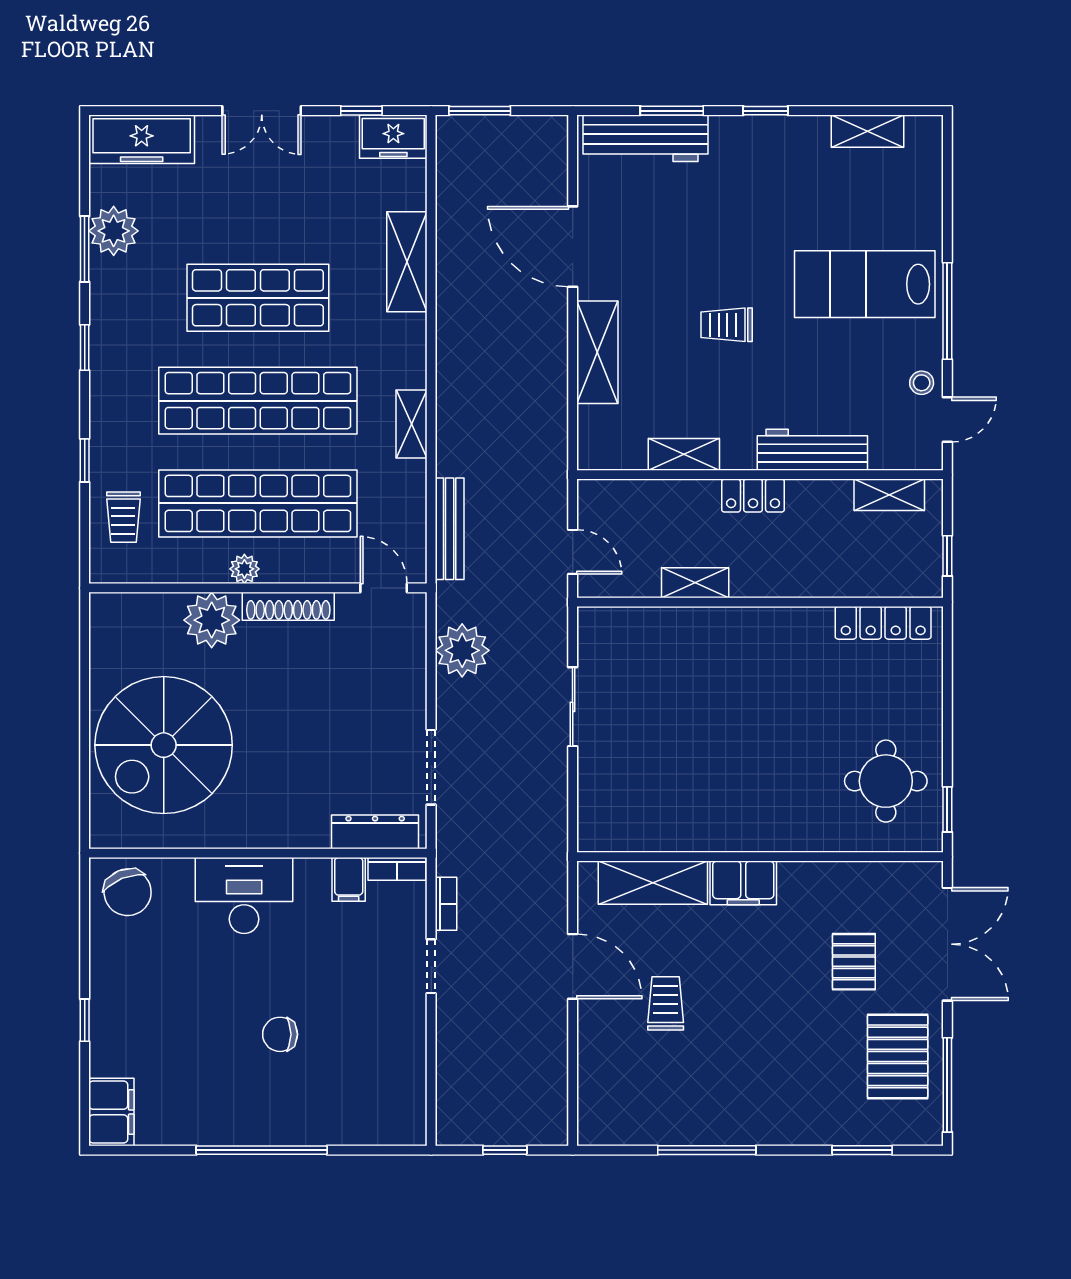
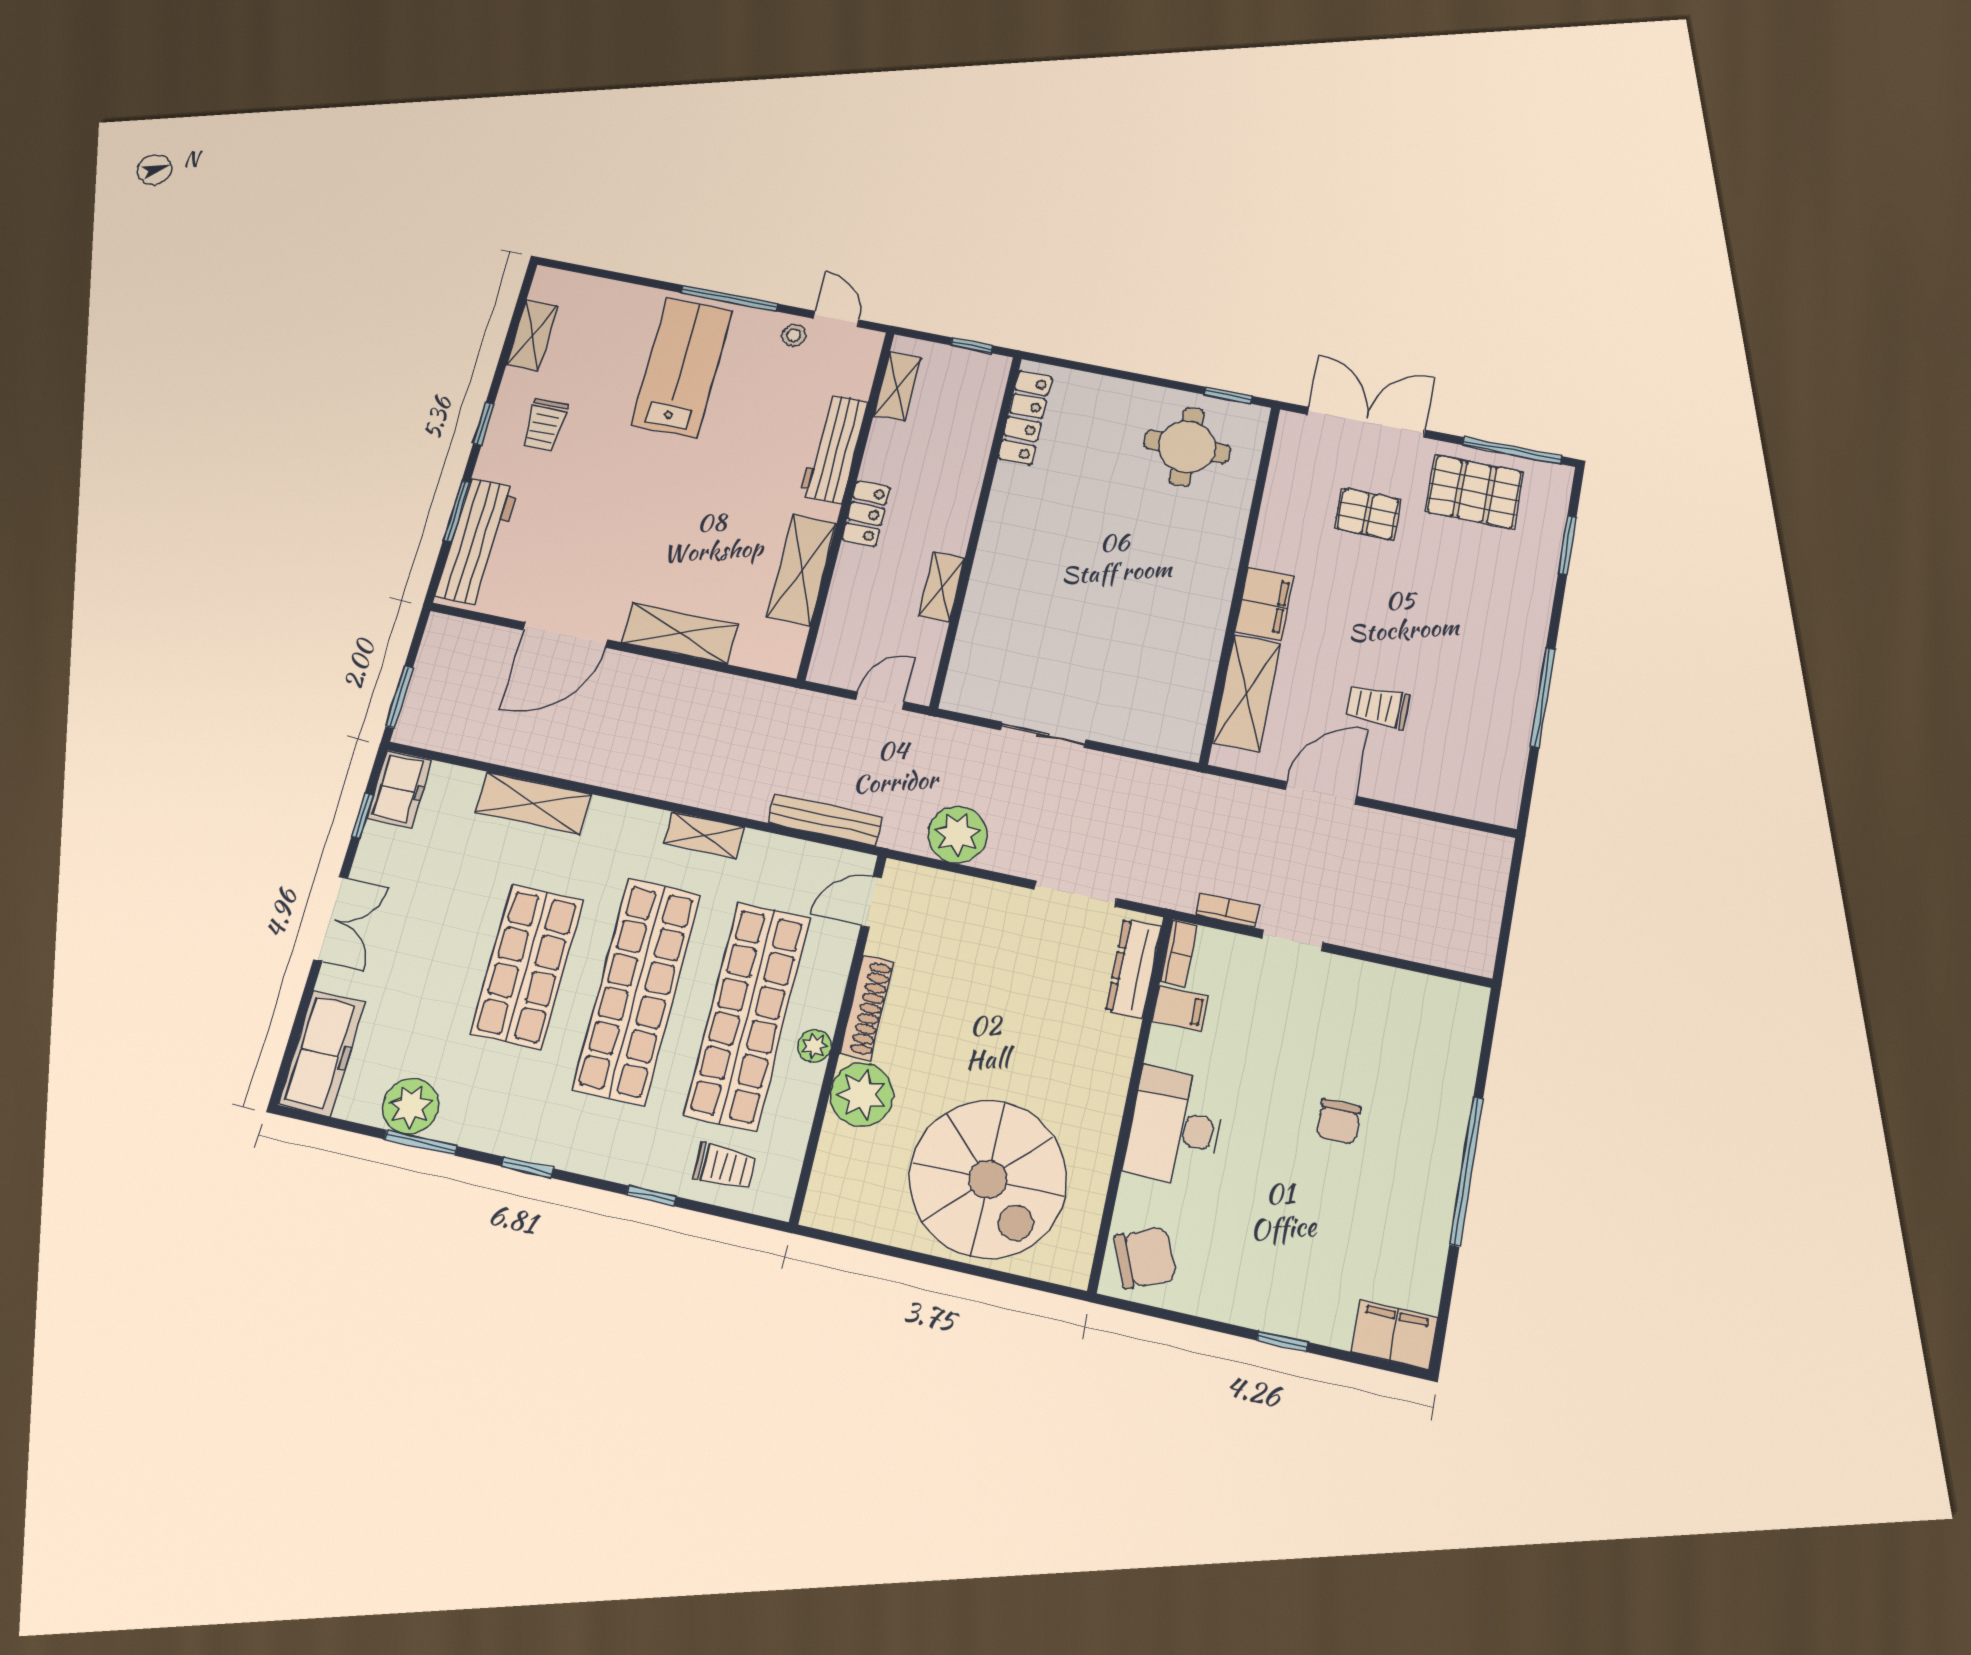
lab bench: (865, 284) -> (682, 367), turned 180
trolley: (727, 325) -> (544, 425), moved
shelving: (684, 454) -> (802, 570), width x1.50, depth x1.33
window: (505, 1150) -> (1509, 906), removed

